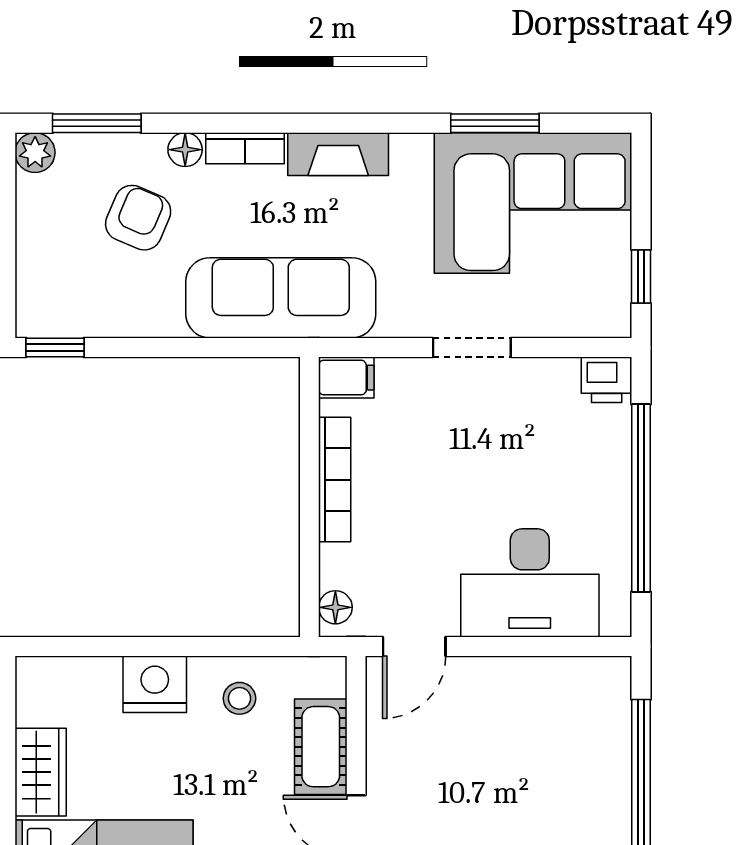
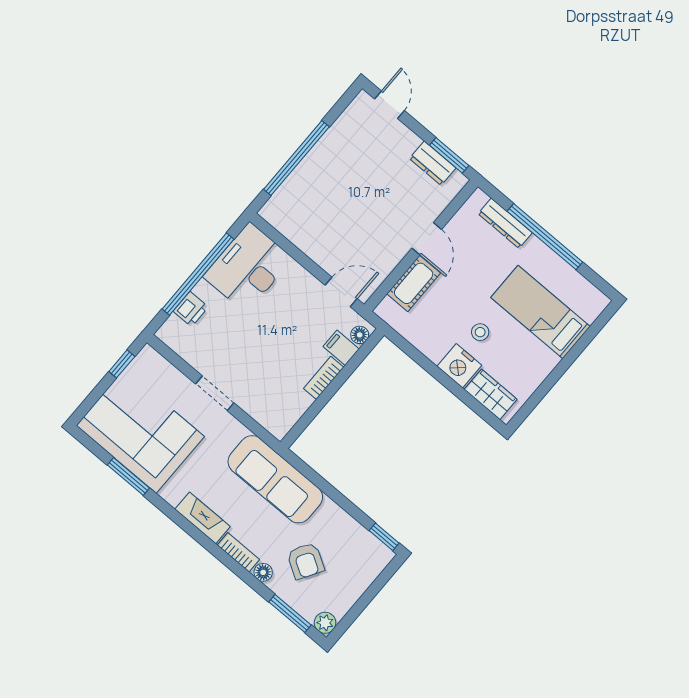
armchair: (138, 218) -> (306, 561), turned -82
filing cabinet: (346, 378) -> (341, 348), moved
printer: (607, 380) -> (191, 309), moved, turned 90
bookcase: (335, 480) -> (324, 378), width x0.64
desk: (530, 583) -> (248, 267), moved, turned -90
stool: (239, 698) -> (480, 332), moved
wardrobe: (41, 772) -> (491, 394), moved, turned 90

